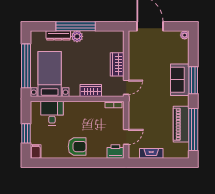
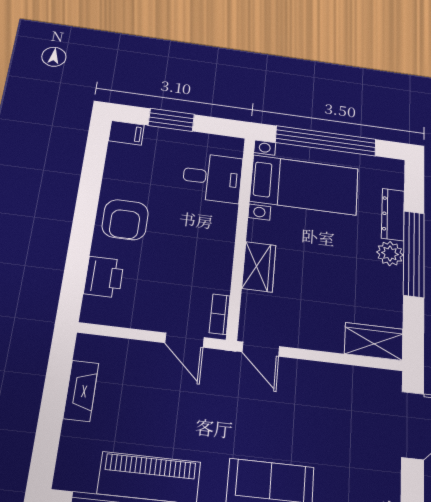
wardrobe: (117, 64) -> (374, 341), moved
door: (126, 137) -> (185, 340), moved
printer: (115, 151) -> (104, 277), moved

